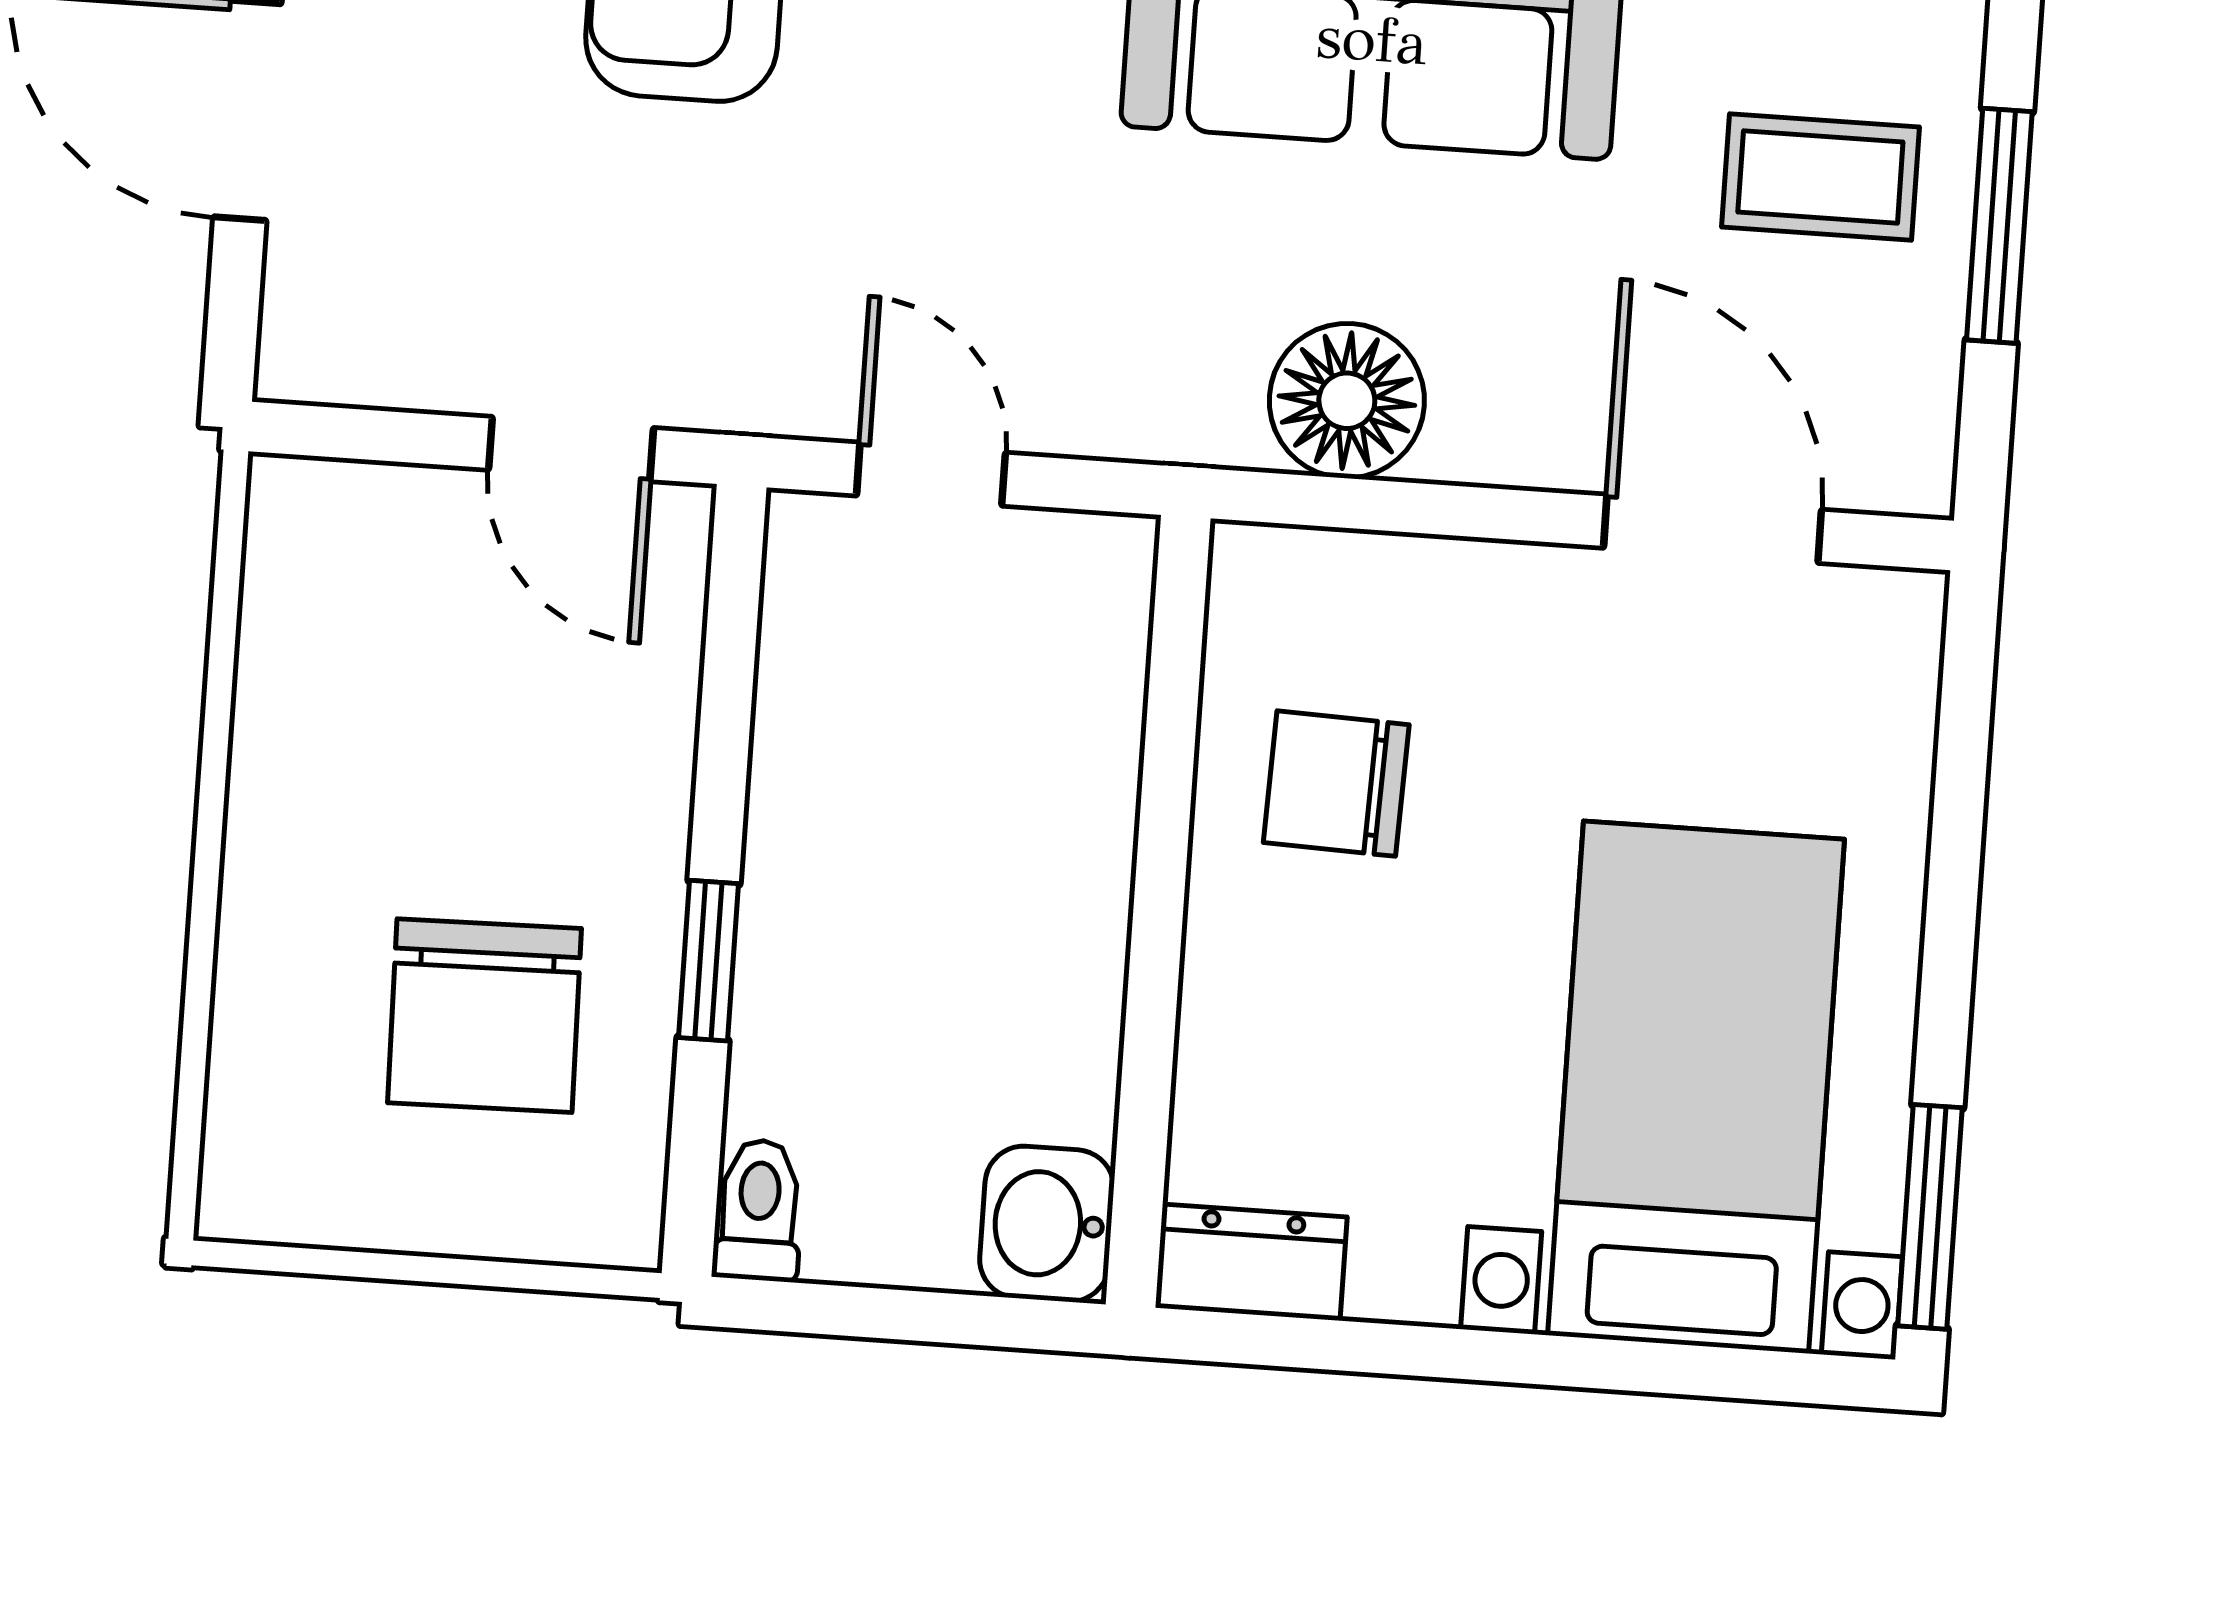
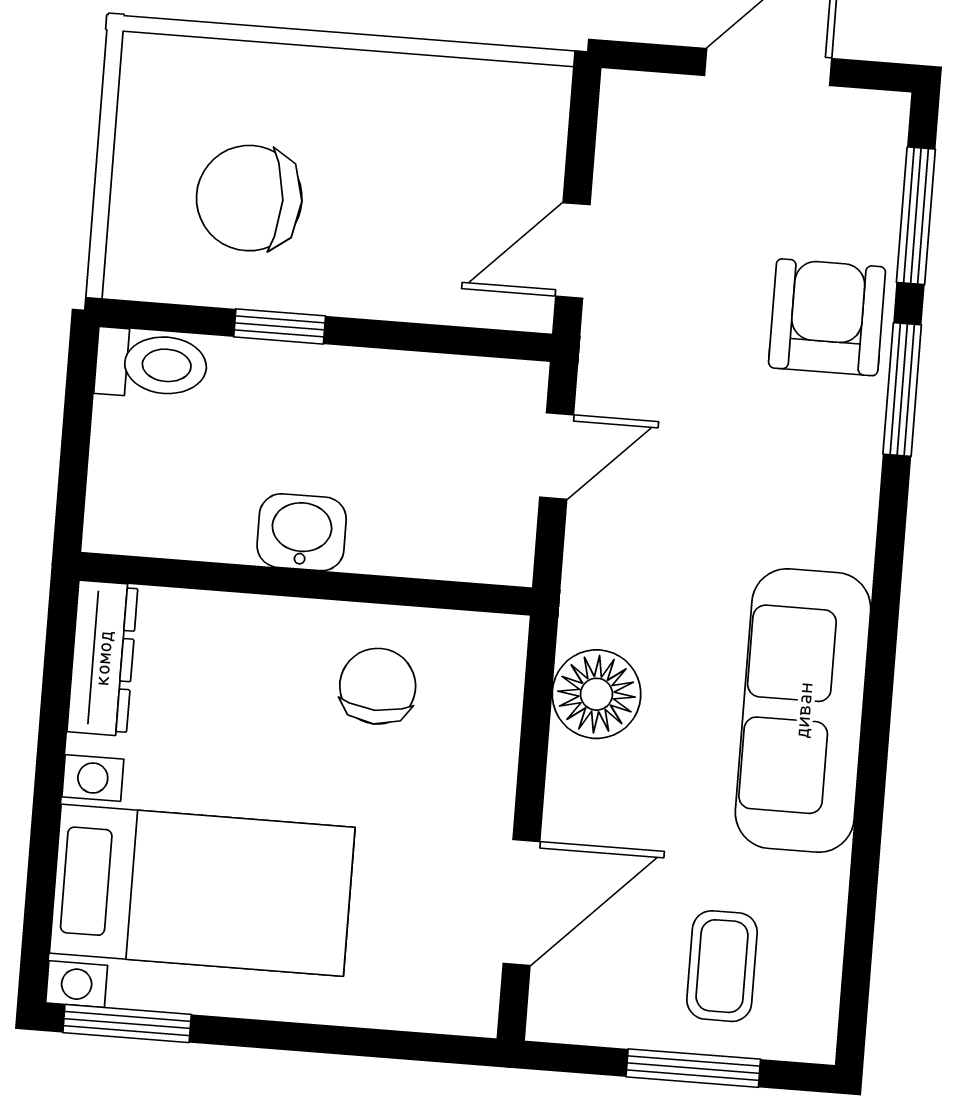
toilet: (759, 1210) -> (151, 364), width x1.37, depth x1.39
washbasin: (1047, 1224) -> (302, 532), moved
dresser: (1251, 1262) -> (103, 658), width x1.44

